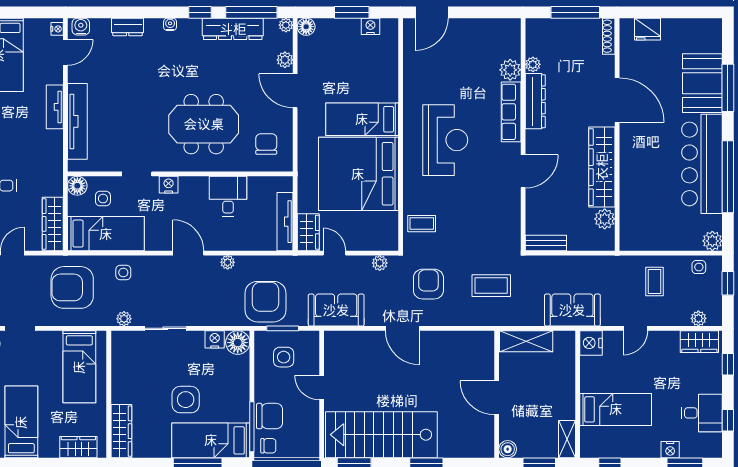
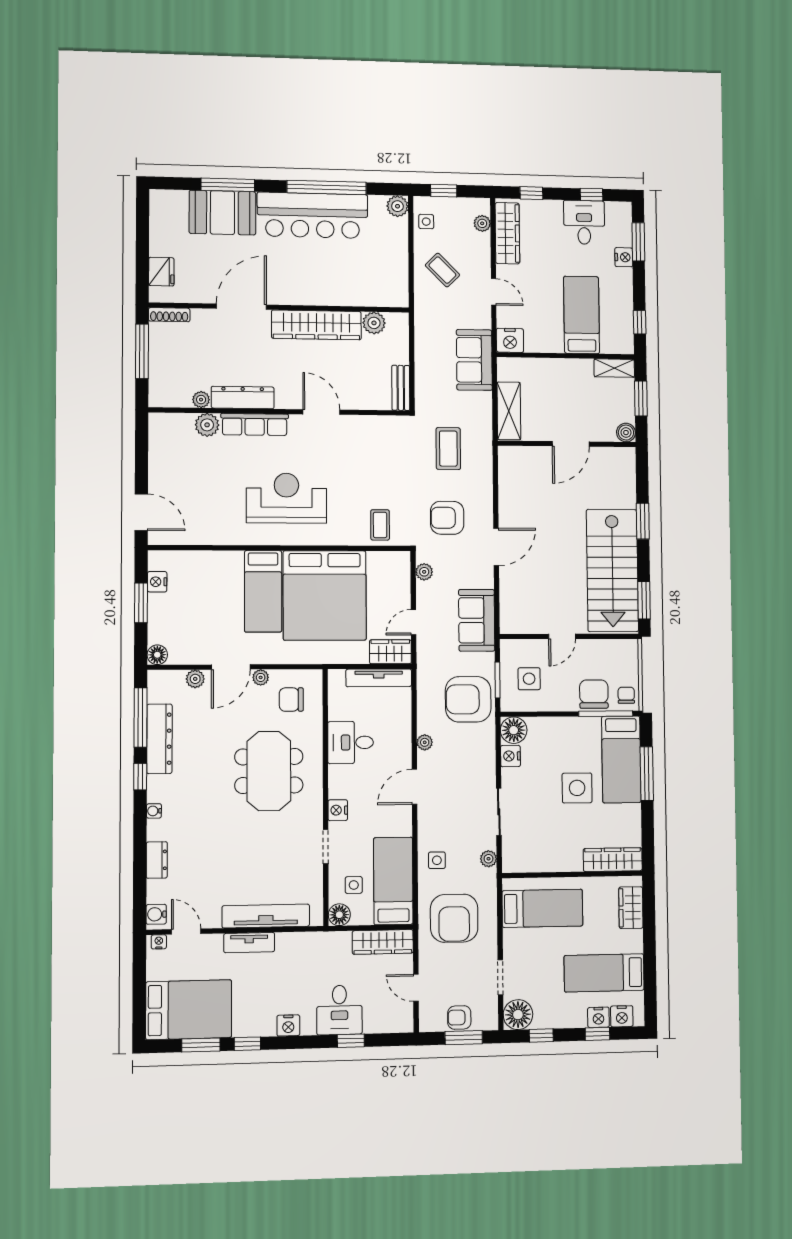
plant: (286, 25) -> (261, 677), moved
coffee table: (654, 282) -> (442, 270), turned 45
wardrobe: (699, 342) -> (507, 233), width x1.50

